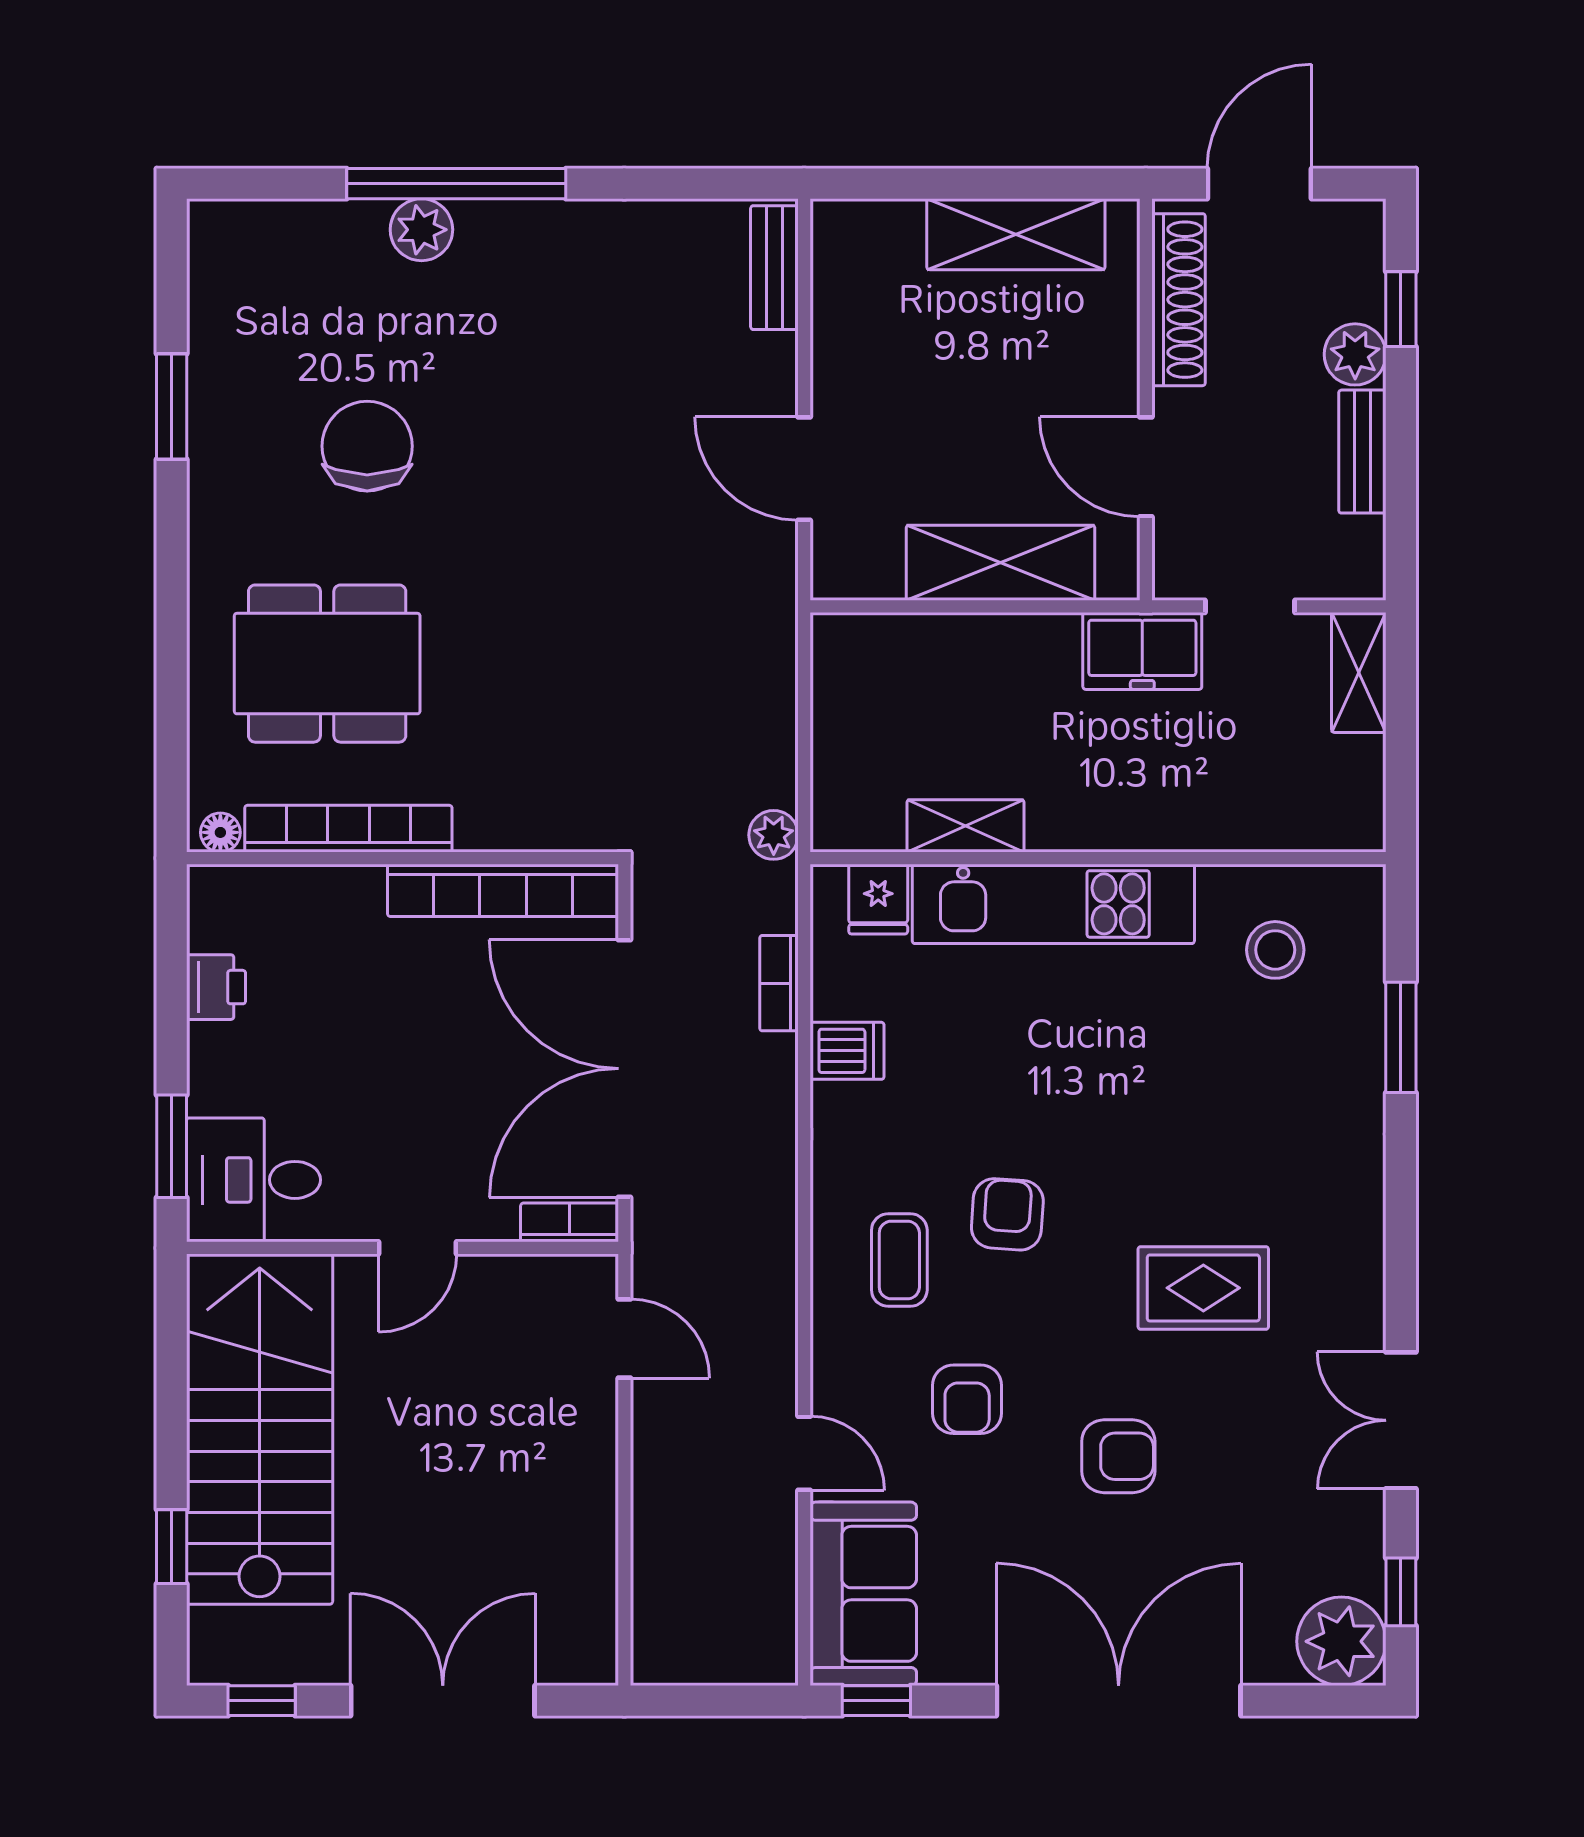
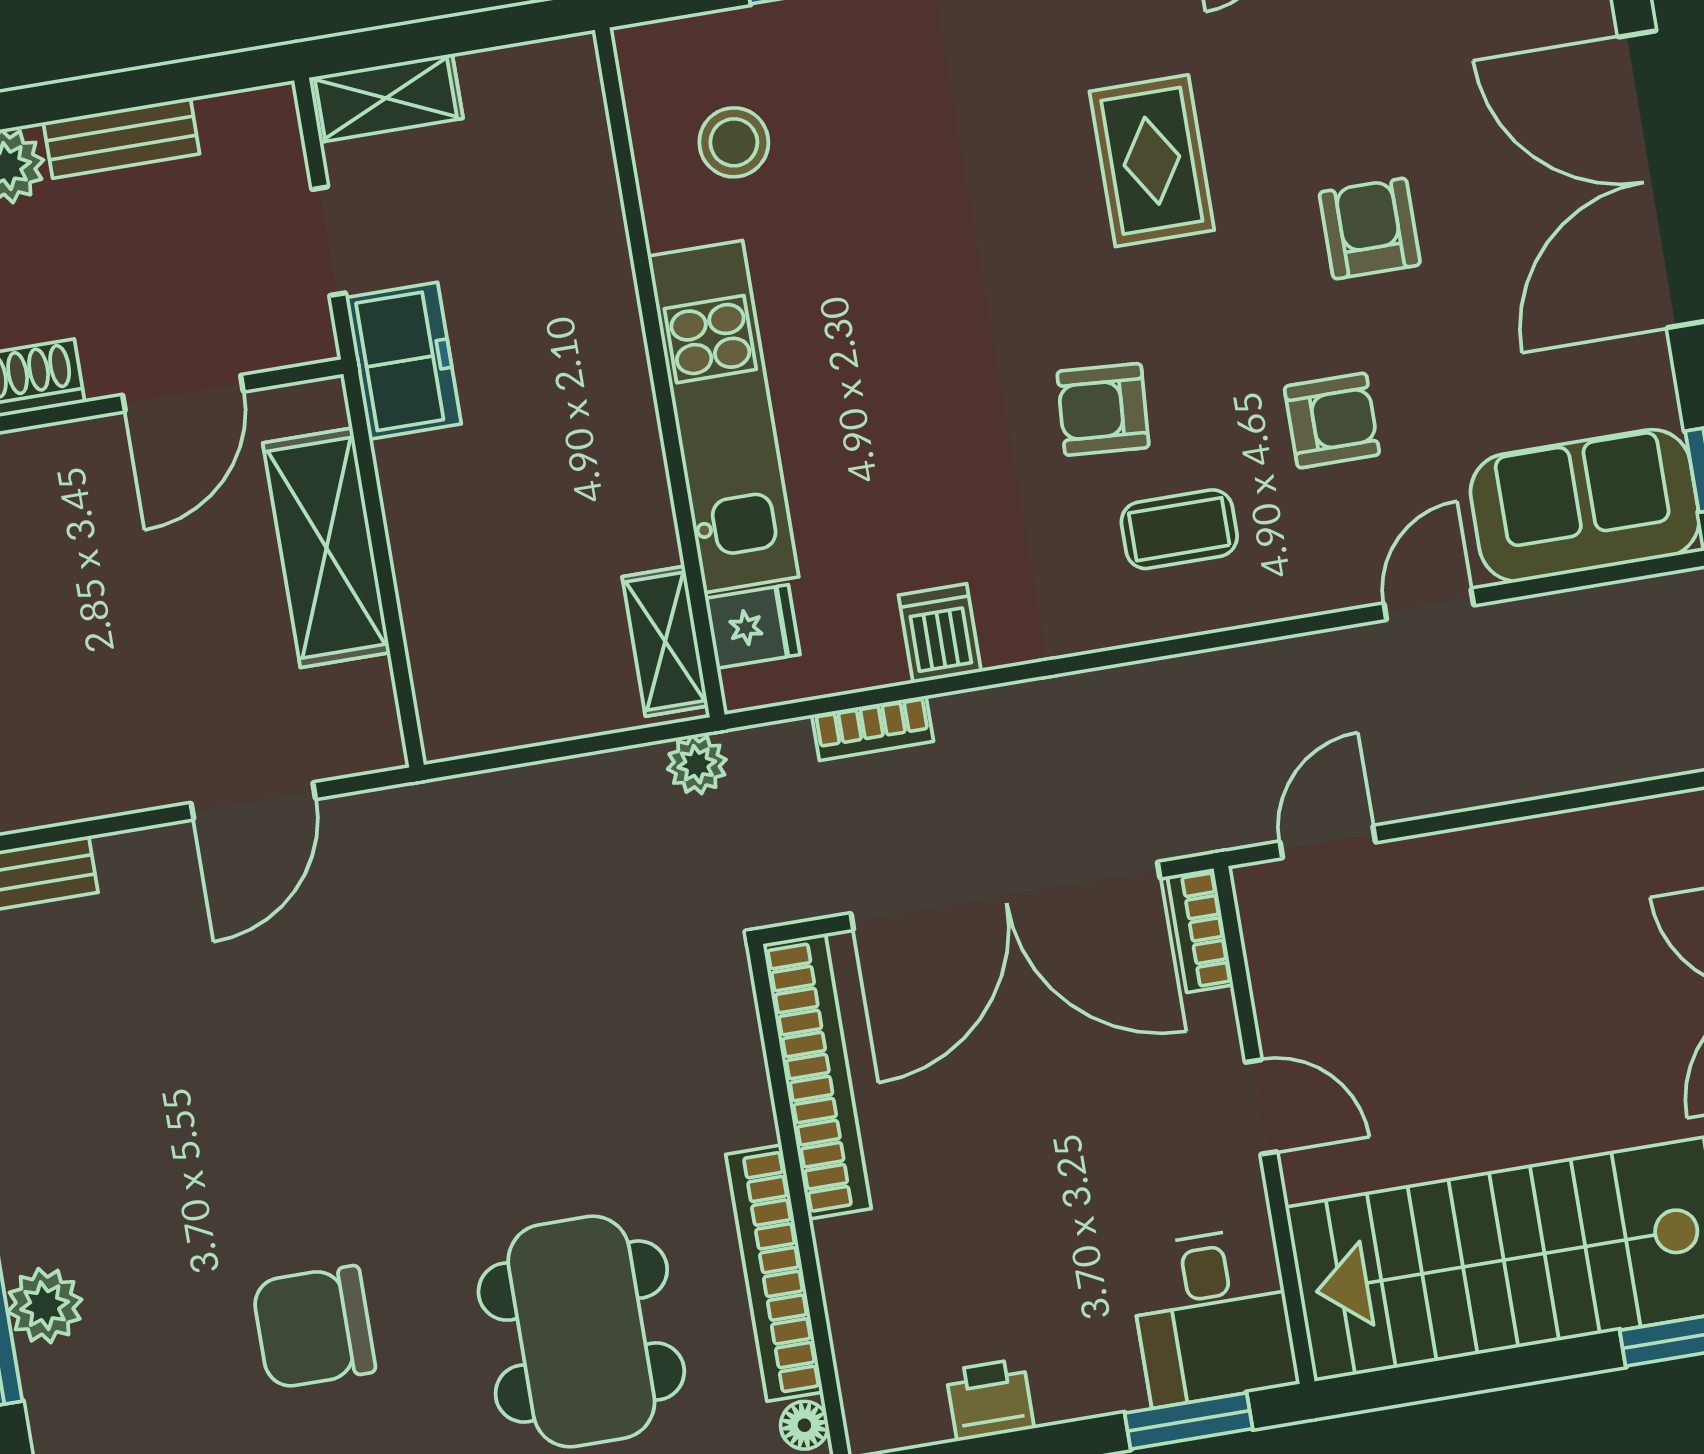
shelving: (966, 826) -> (665, 641), moved

